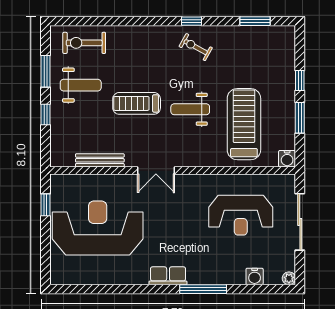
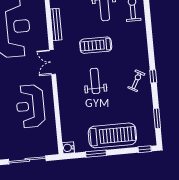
window: (300, 80) -> (145, 149), moved
treadmill: (137, 103) -> (96, 45), turned -90
treadmill: (244, 124) -> (112, 135), moved
reception desk: (241, 215) -> (30, 106), moved

